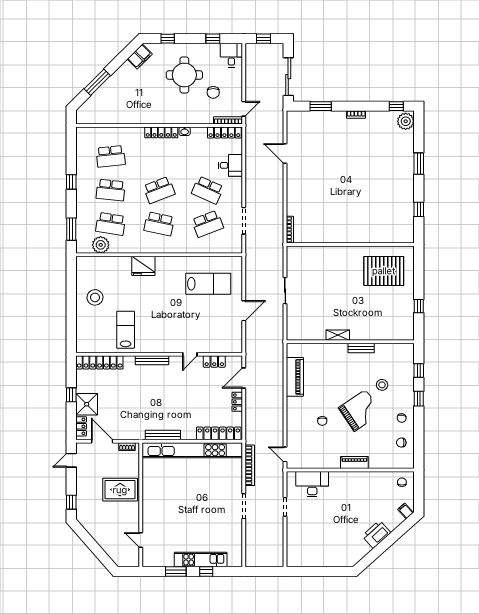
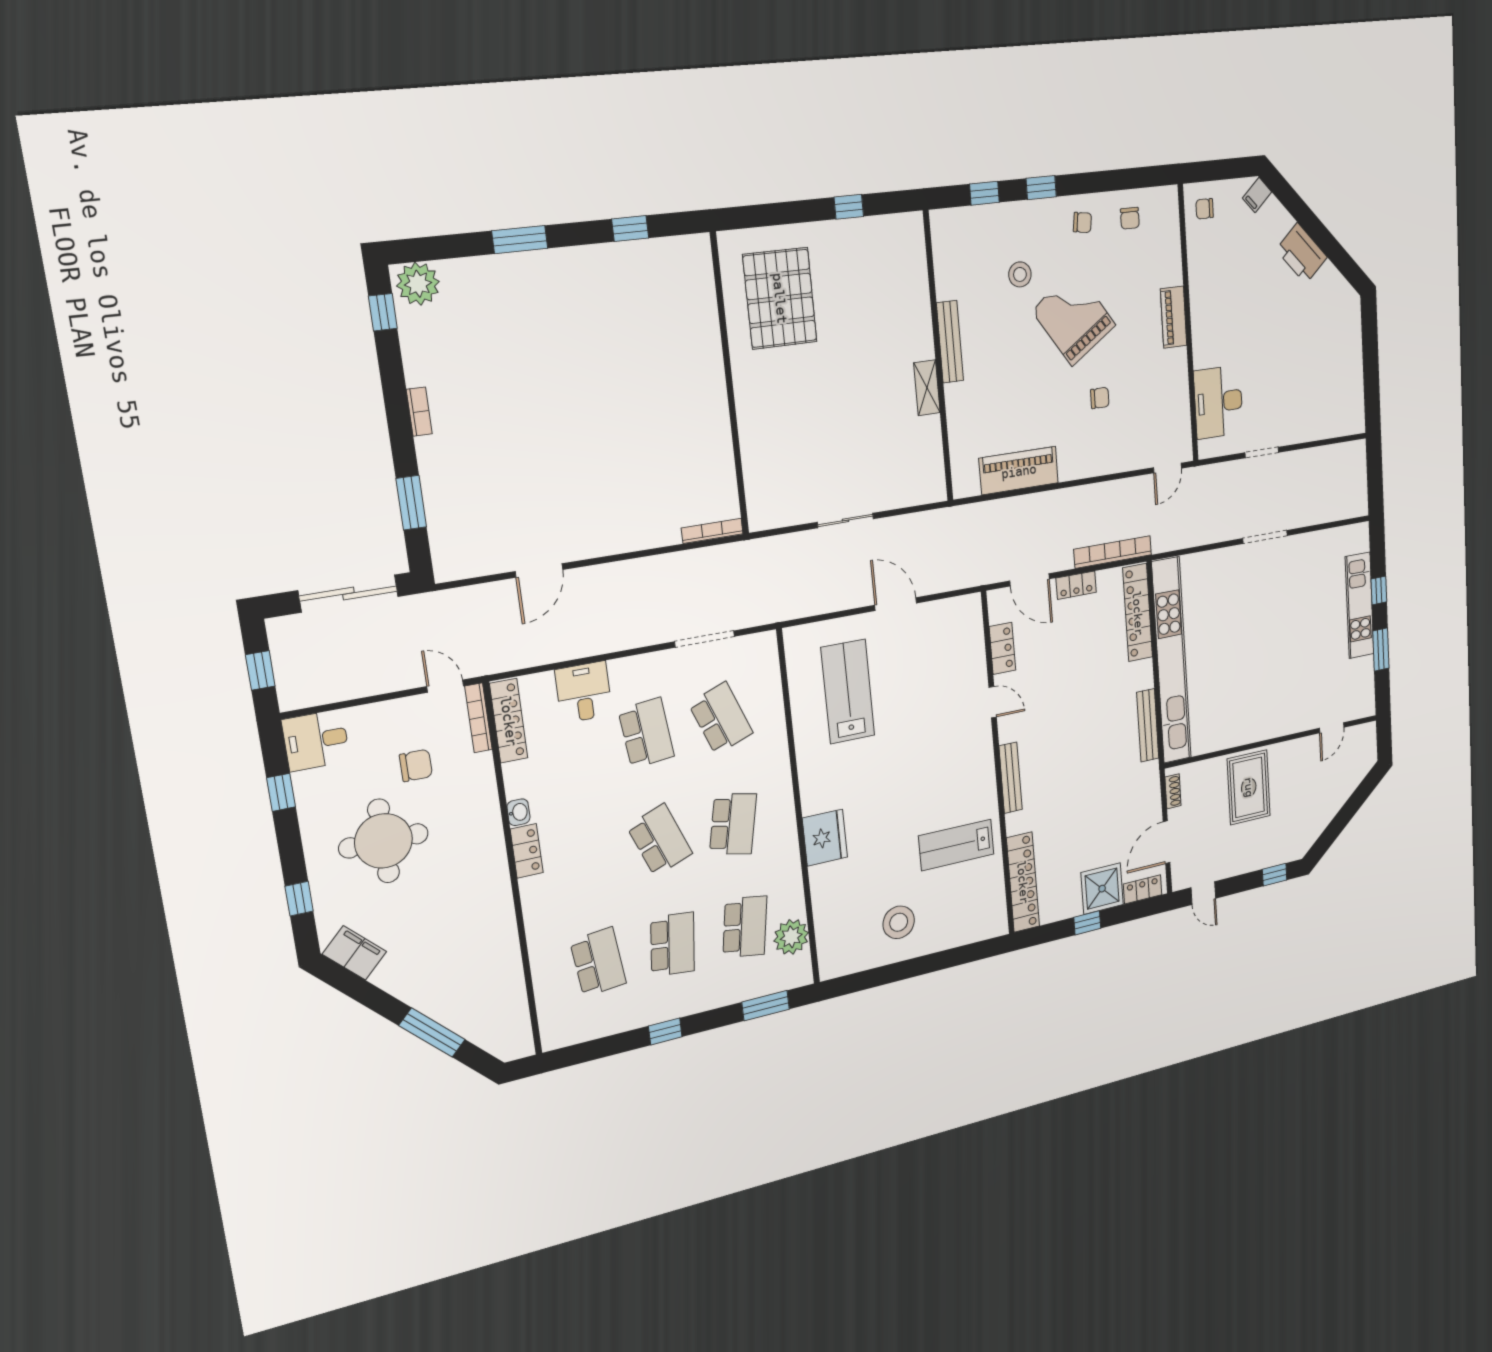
locker: (161, 132) -> (527, 851), width x0.66
school desk: (208, 190) -> (646, 733), turned -30
bench: (361, 348) -> (950, 342), width x1.36
bookcase: (250, 465) -> (1113, 552), moved

